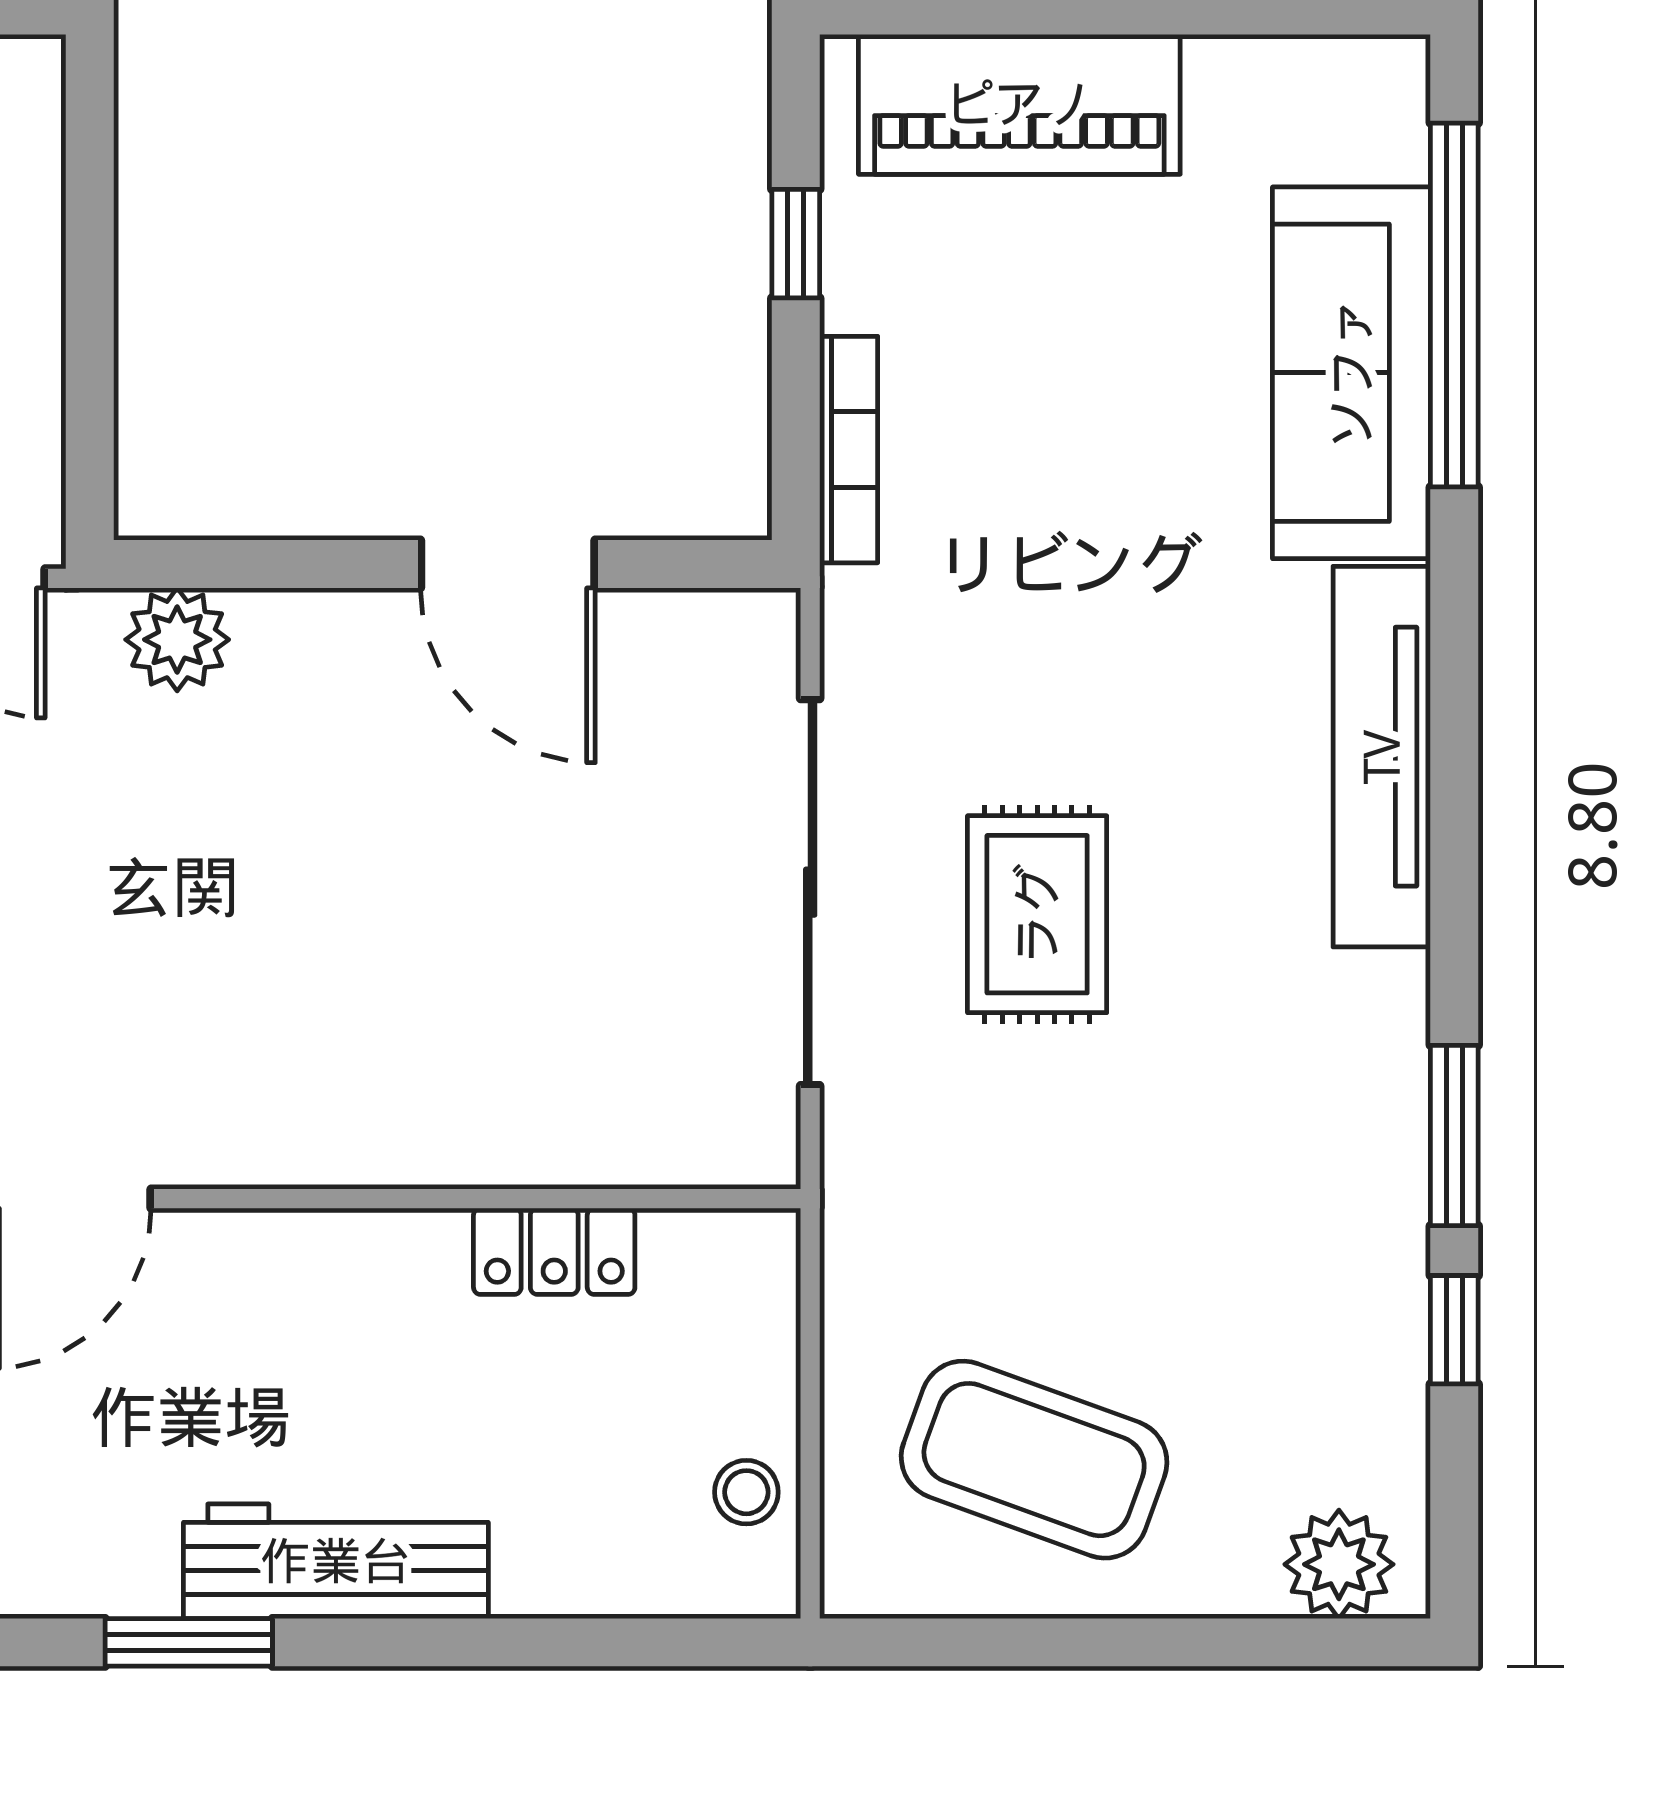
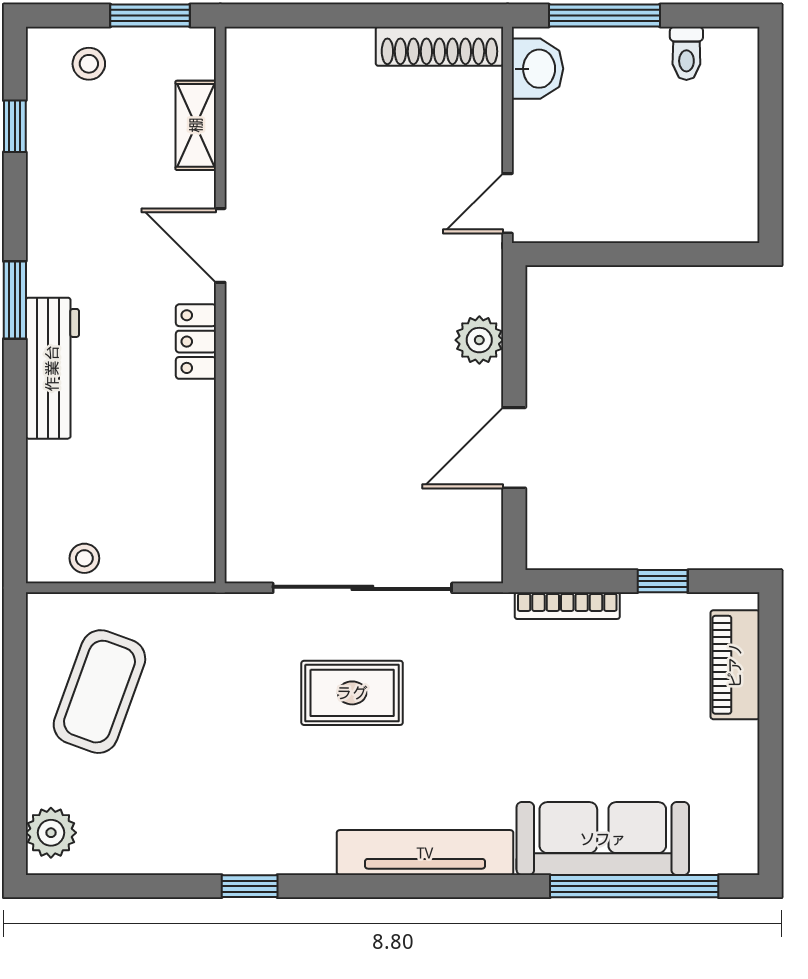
piano: (1019, 104) -> (735, 665), width x0.73, depth x0.75
plant: (177, 640) -> (479, 340), moved
window: (1454, 1135) -> (250, 886), width x0.67
locker: (554, 1251) -> (196, 342), moved
window: (1454, 1330) -> (160, 886), removed

